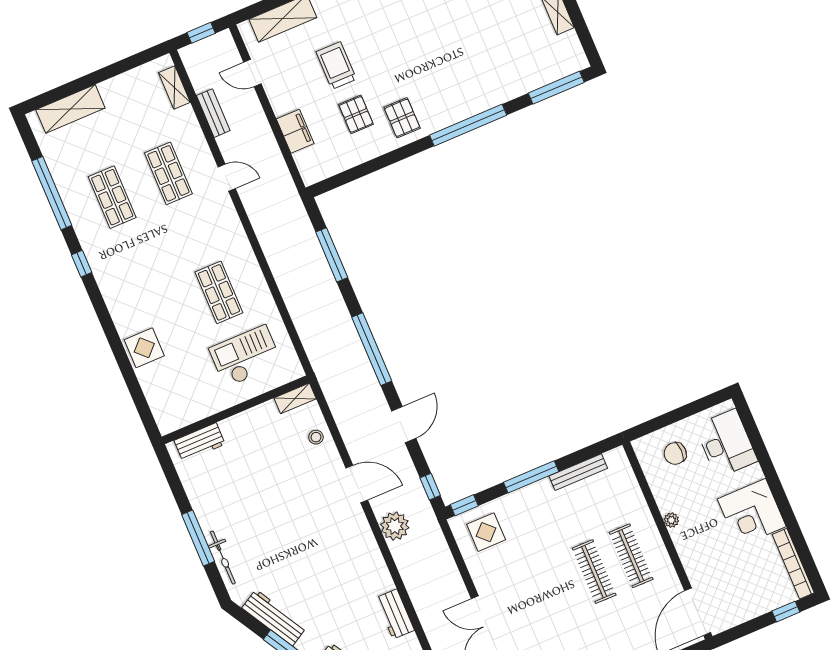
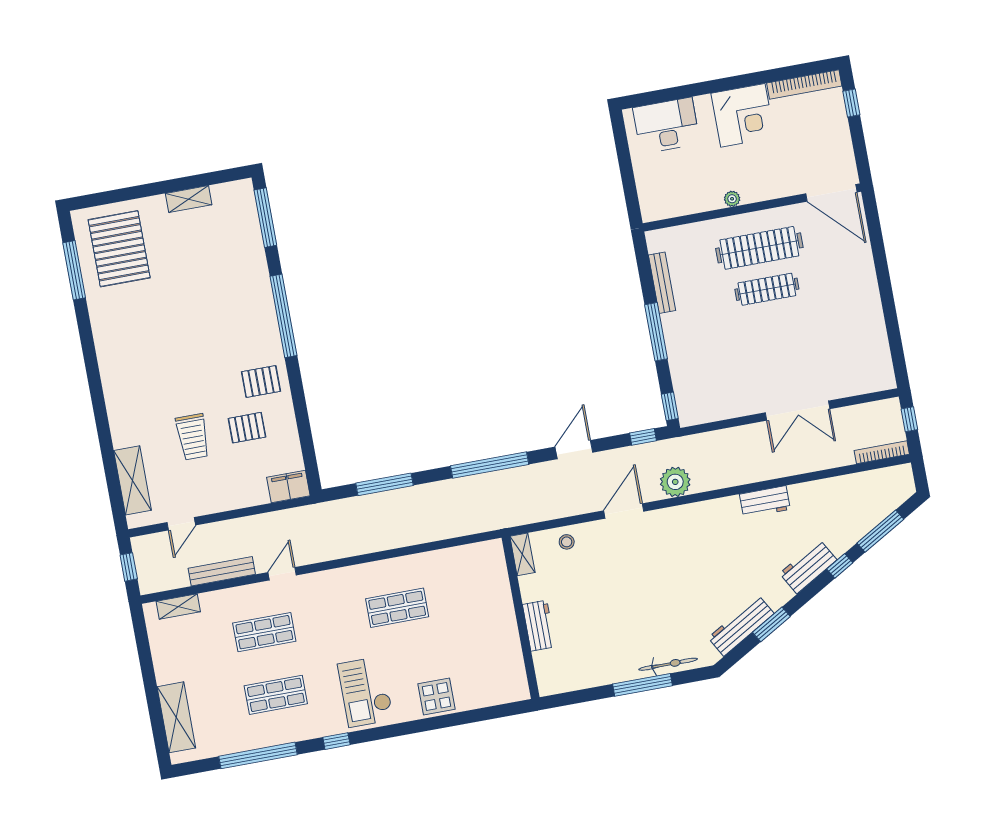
trolley: (336, 65) -> (193, 437), turned -90
bench: (213, 113) -> (222, 571), width x1.36
filing cabinet: (295, 131) -> (288, 487), moved
checkout: (245, 356) -> (366, 692), moved
door: (404, 425) -> (574, 450), hinge flipped
workbench: (200, 442) -> (539, 626), moved
chair: (675, 453) -> (665, 180), removed
display table: (486, 532) -> (702, 390), removed
clothes rail: (631, 556) -> (759, 248), width x1.37, depth x1.31

